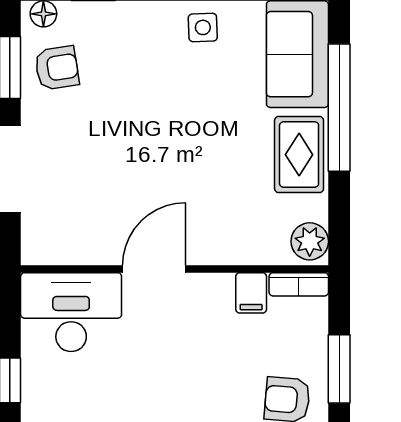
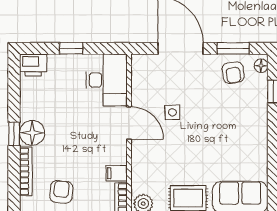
side table: (203, 27) -> (172, 112), moved

